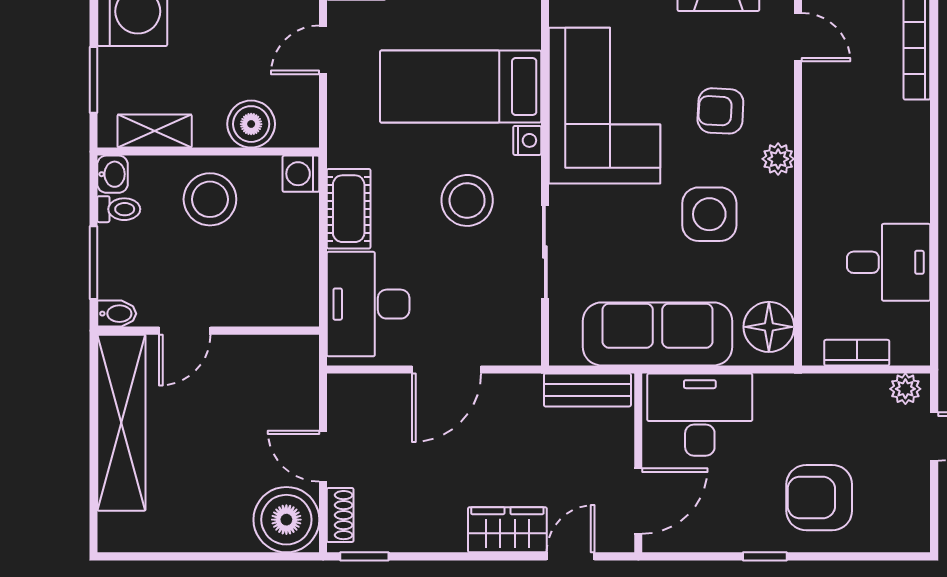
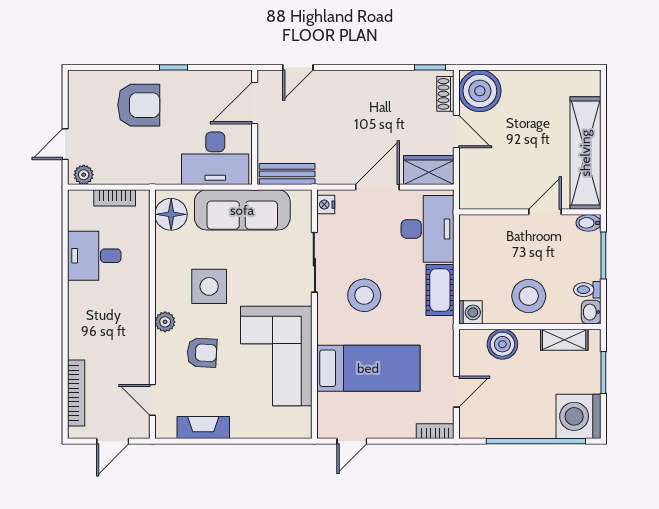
nightstand: (527, 140) -> (326, 205), moved
wardrobe: (507, 530) -> (429, 170), moved, turned 180

